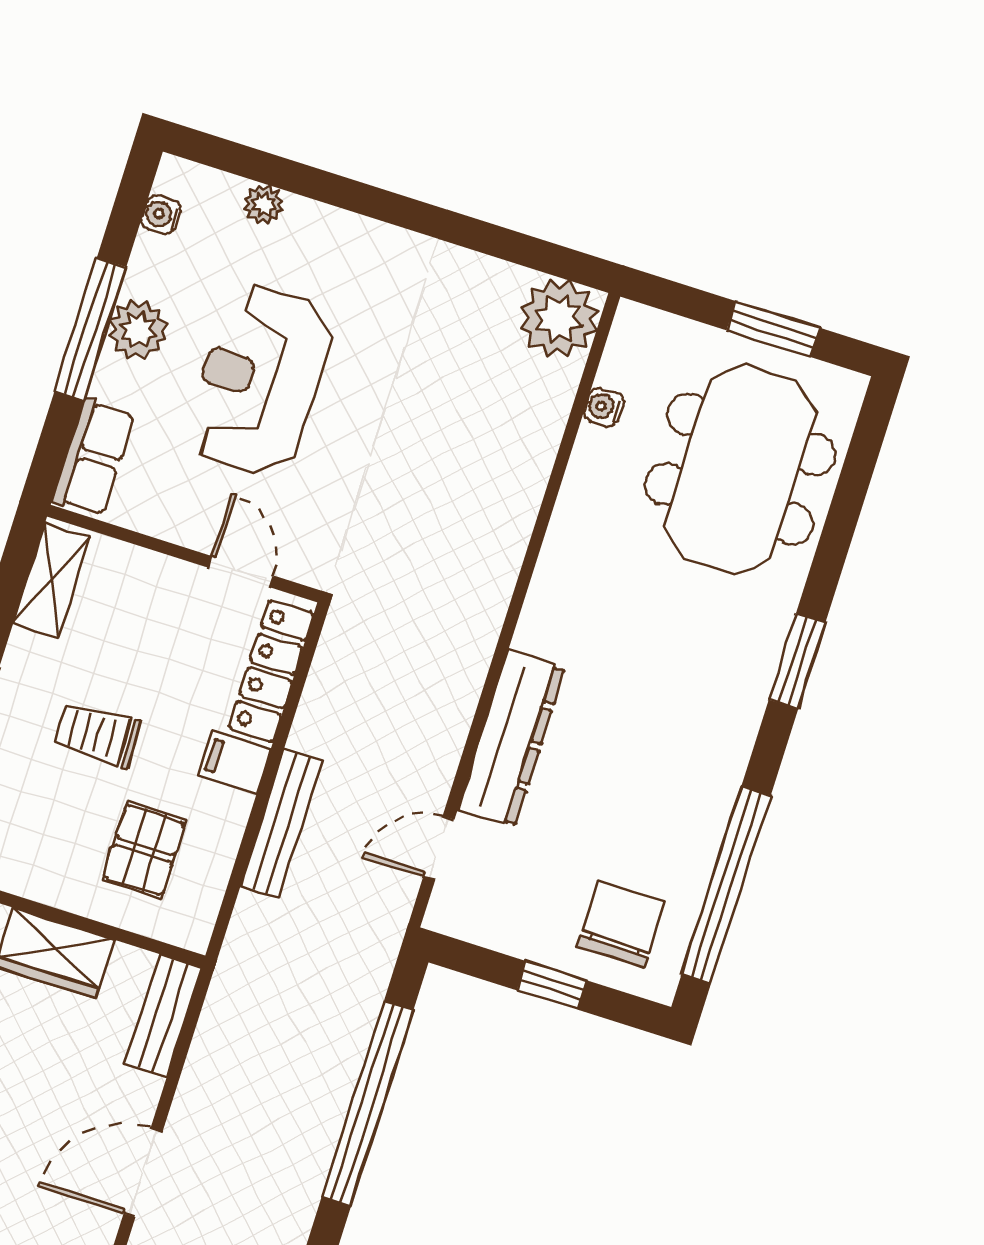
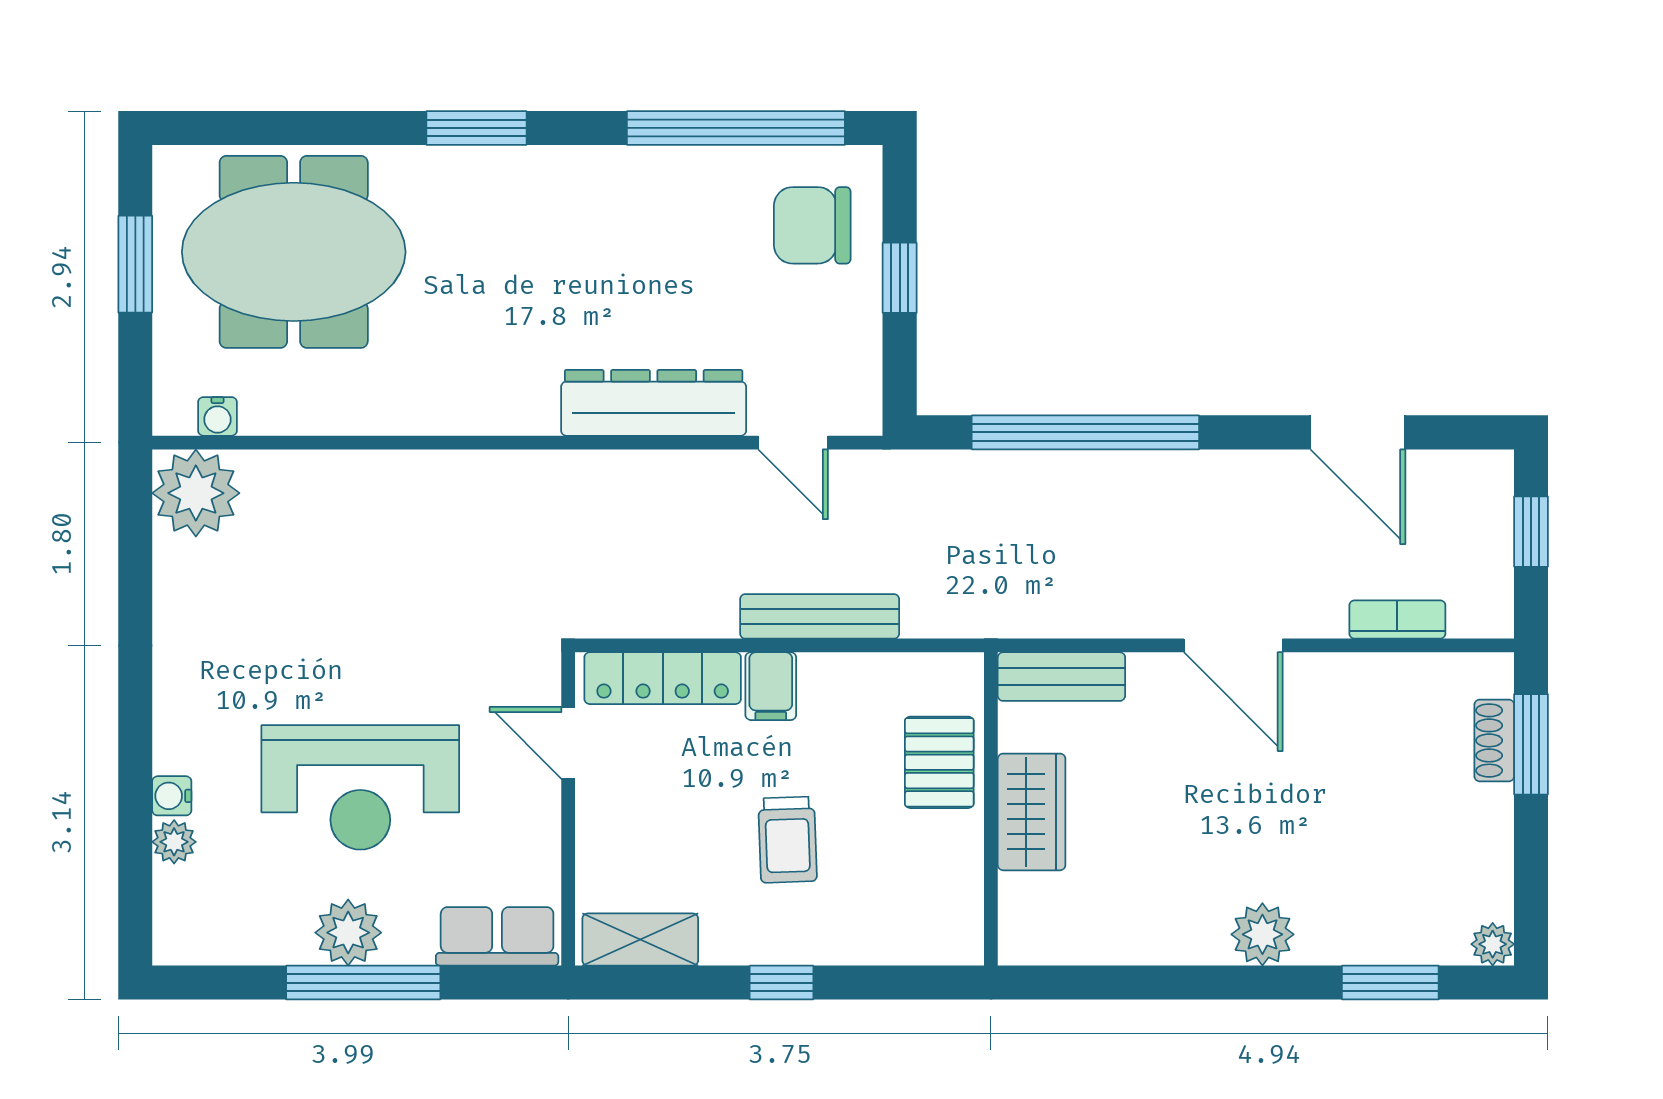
water cooler: (161, 215) -> (172, 796), moved, turned 90
water cooler: (604, 407) -> (217, 416), moved
door: (241, 572) -> (568, 743), hinge flipped
pallet: (144, 850) -> (939, 762), moved, turned 90

